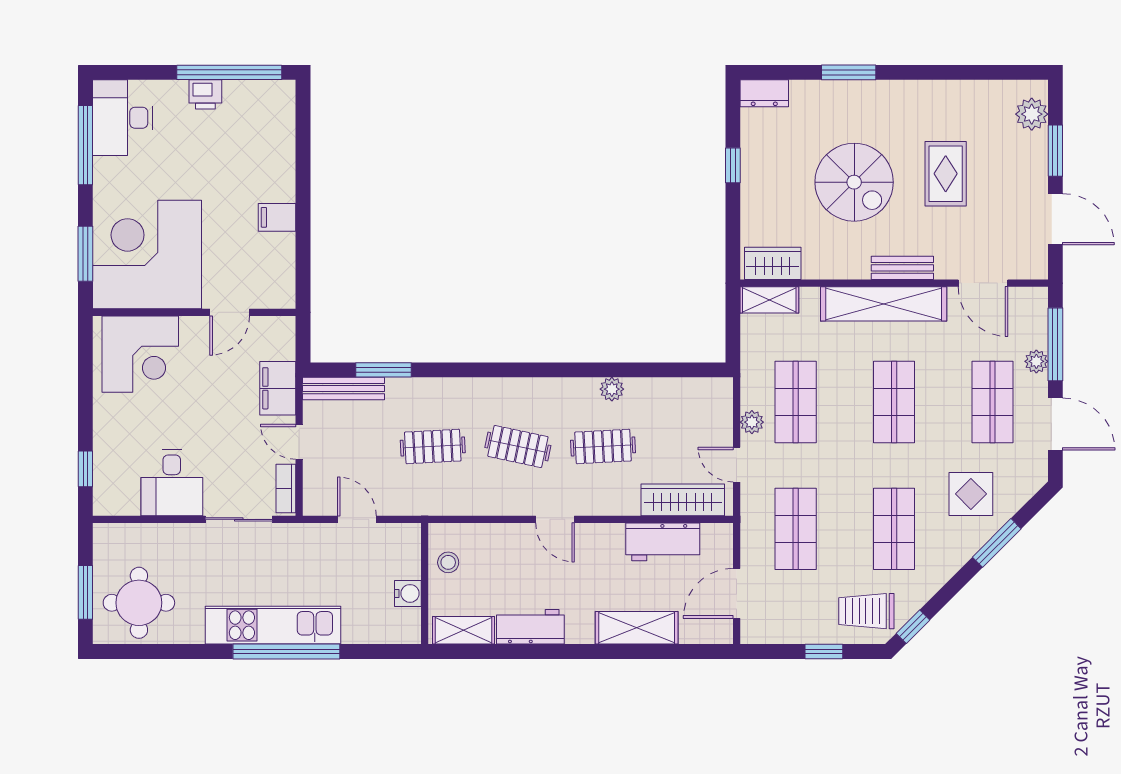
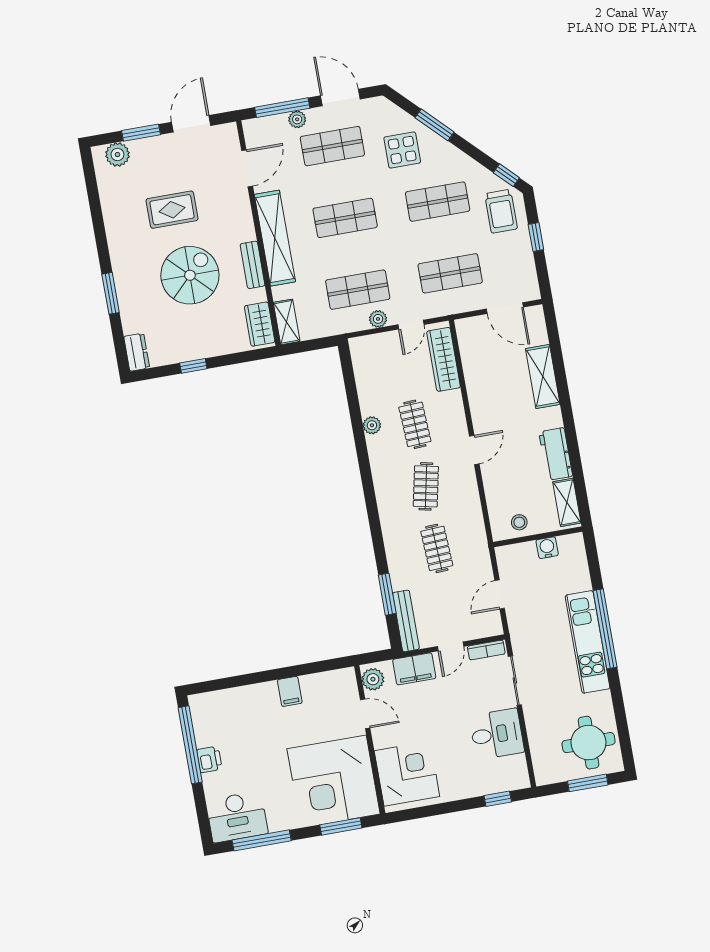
bench: (902, 268) -> (252, 265), moved
plant: (274, 331) -> (373, 679), added
door: (1055, 424) -> (340, 97), hinge flipped
workbench: (663, 542) -> (477, 369), removed

